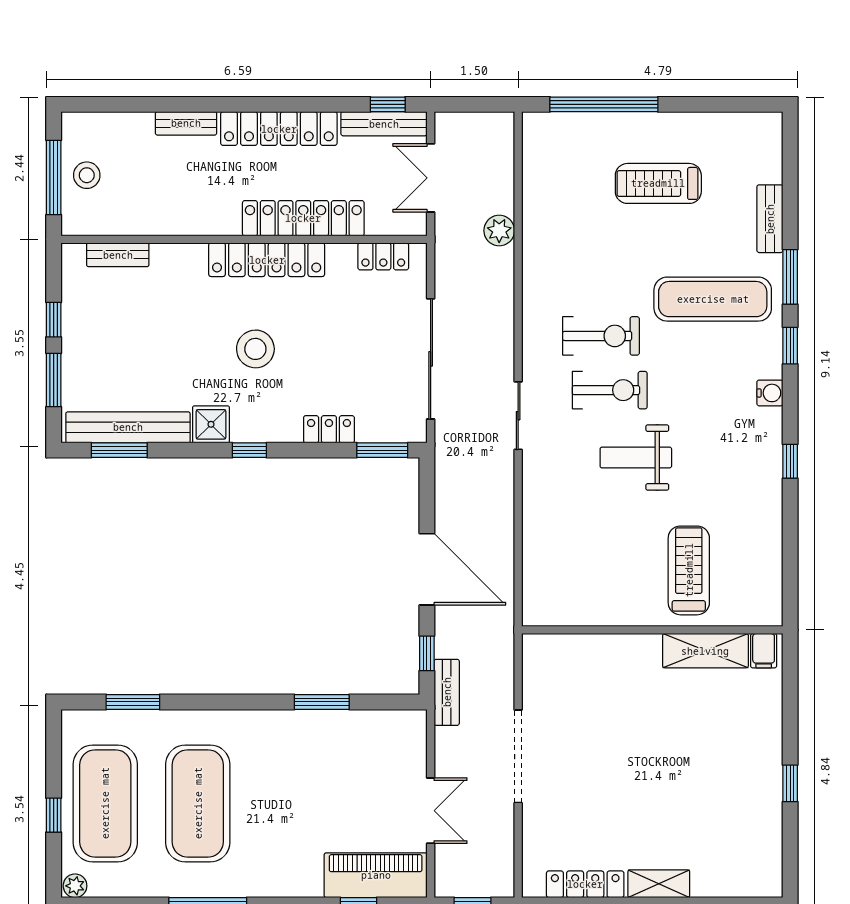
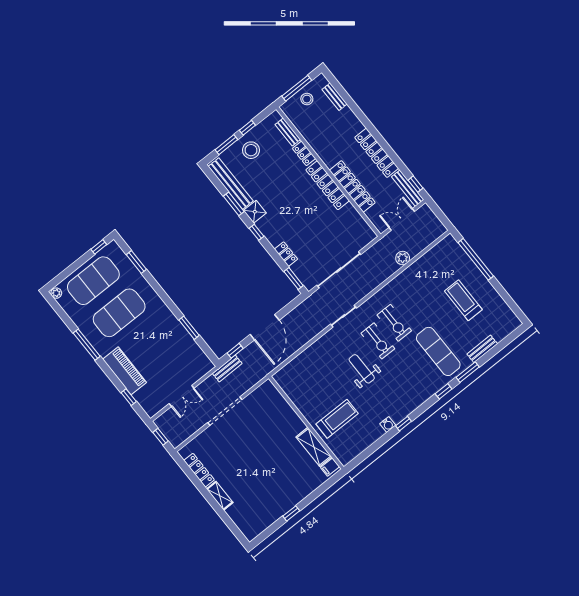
bench: (186, 123) -> (335, 97), moved
locker: (383, 256) -> (304, 153), moved
stool: (255, 349) -> (251, 150), moved
water cooler: (770, 393) -> (388, 425), moved
window: (119, 450) -> (234, 204), moved
window: (54, 815) -> (99, 247), moved
piano: (376, 875) -> (125, 371), moved

